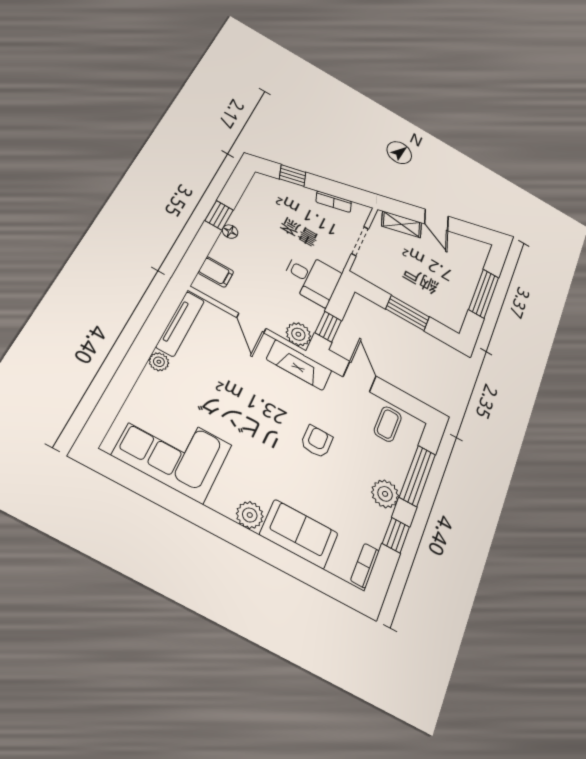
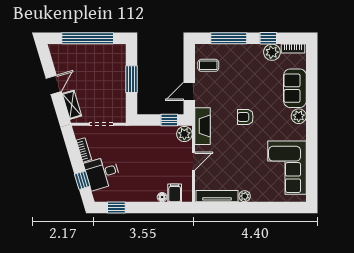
window: (219, 215) -> (116, 207), moved
floor lamp: (230, 232) -> (162, 197), moved
desk: (312, 278) -> (102, 173), moved, turned -107
window: (484, 294) -> (88, 38), width x1.46
armchair: (317, 442) -> (245, 117), moved
plant: (385, 494) -> (272, 52), moved

